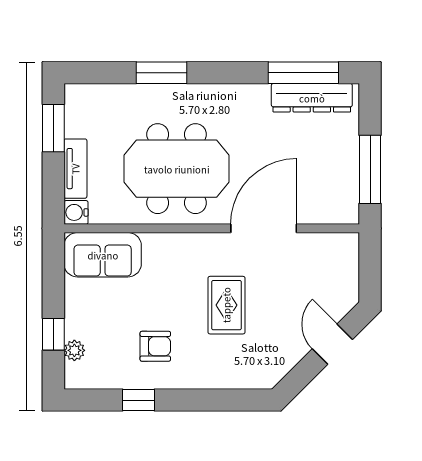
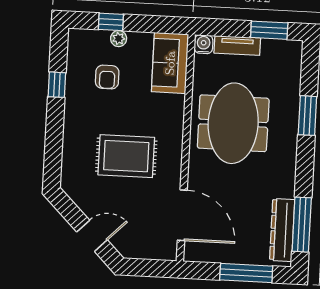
window: (370, 169) -> (246, 273), moved
door: (264, 228) -> (182, 215), moved
rug: (226, 305) -> (126, 156), width x1.36, depth x1.43
armchair: (155, 346) -> (107, 77), moved
plant: (74, 350) -> (119, 39), moved

